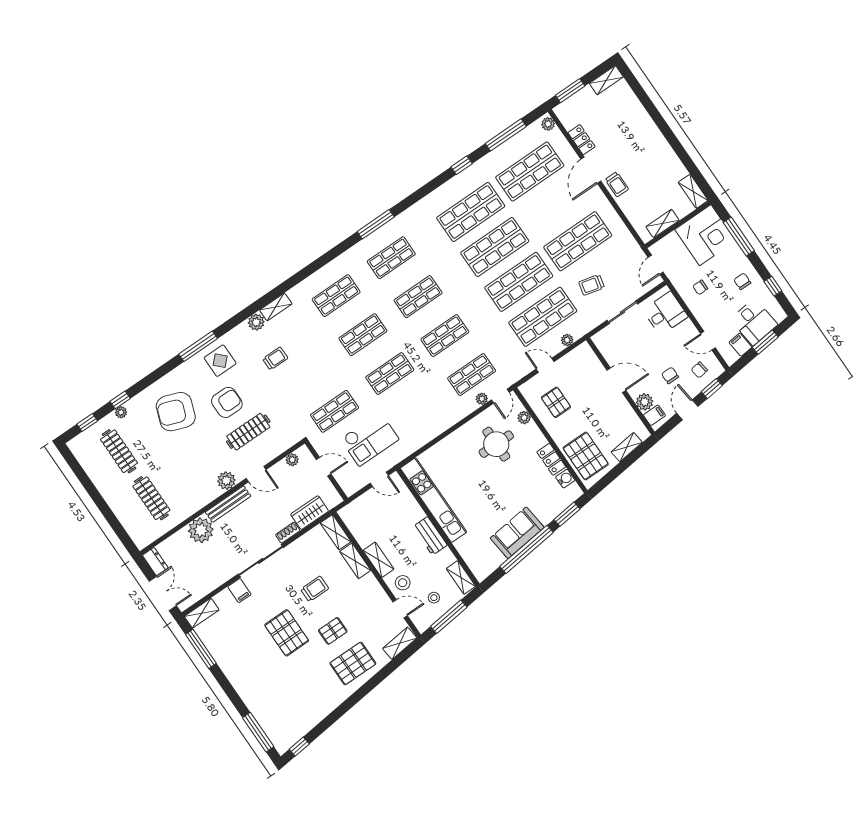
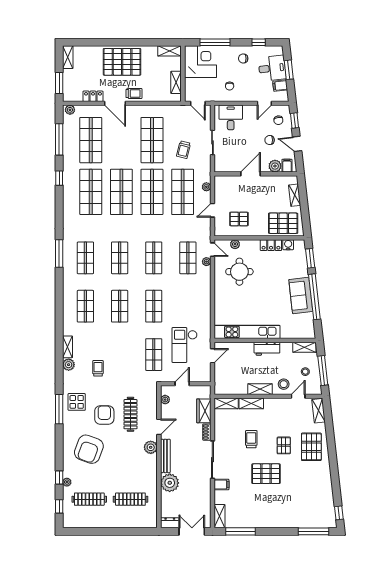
pallet: (644, 146) -> (122, 62), added
checkout: (370, 439) -> (185, 345), turned 180

